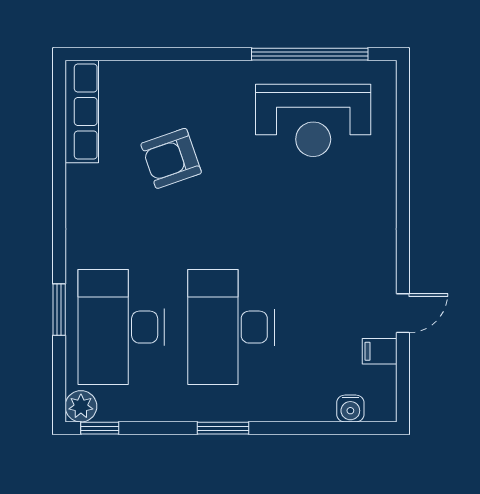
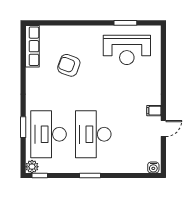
window: (310, 54) -> (125, 23), width x0.47
armchair: (171, 158) -> (69, 65), turned 39
filing cabinet: (380, 351) -> (154, 111), moved
water cooler: (350, 409) -> (153, 167), moved

